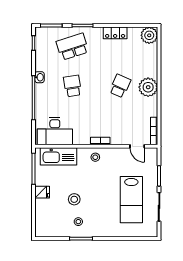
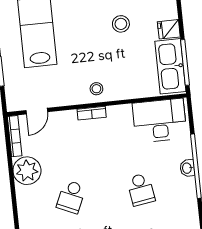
washbasin: (40, 77) -> (187, 168), moved
plant: (148, 87) -> (27, 171), moved
door: (137, 146) -> (37, 111), swing flipped
kitchen sink: (58, 156) -> (170, 66), moved, turned -90

